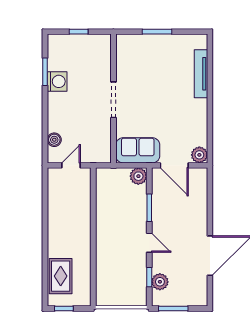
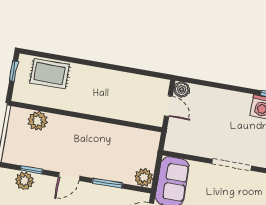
boiler: (54, 140) -> (182, 90), moved
plant: (104, 279) -> (38, 121), added

